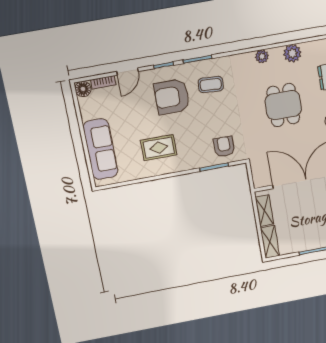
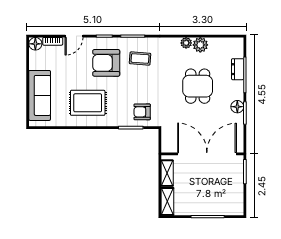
plant: (292, 53) -> (200, 45), moved
armchair: (224, 147) -> (142, 112), turned -90
rug: (159, 148) -> (88, 103), width x1.36, depth x1.43

